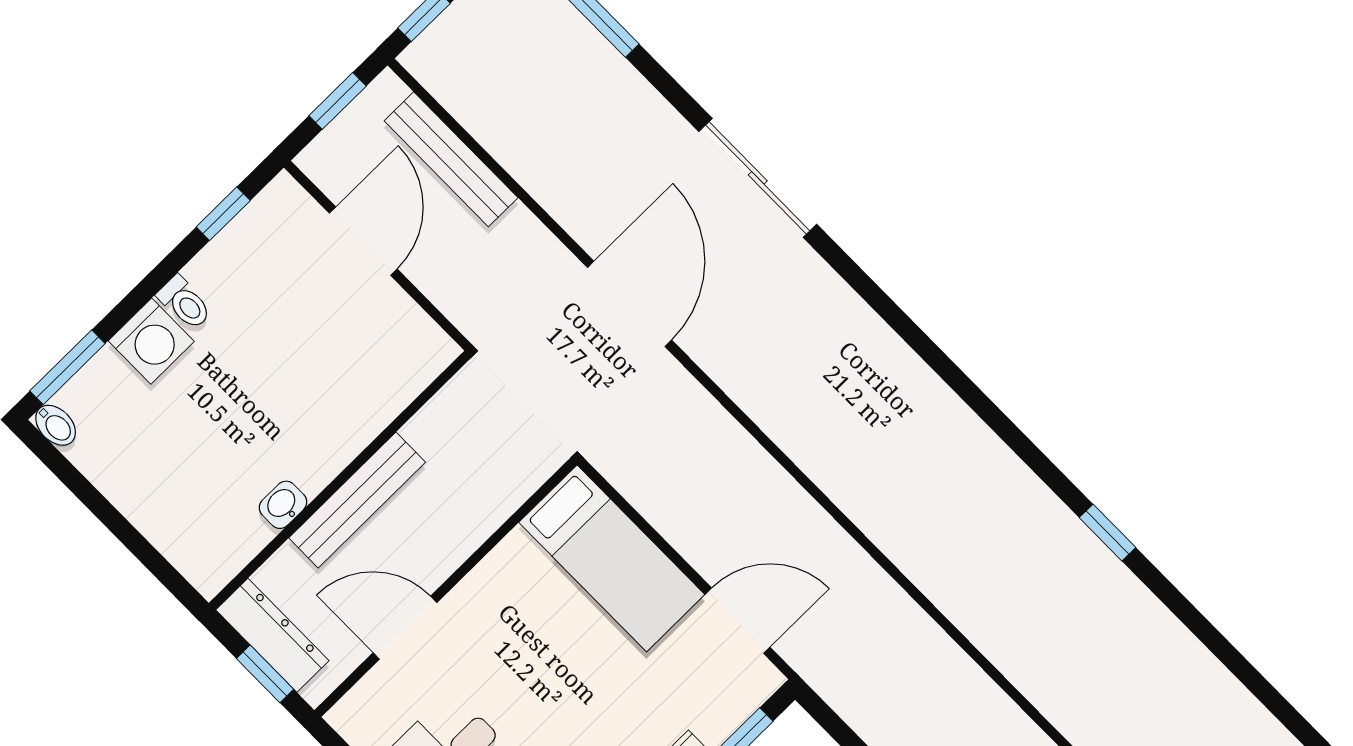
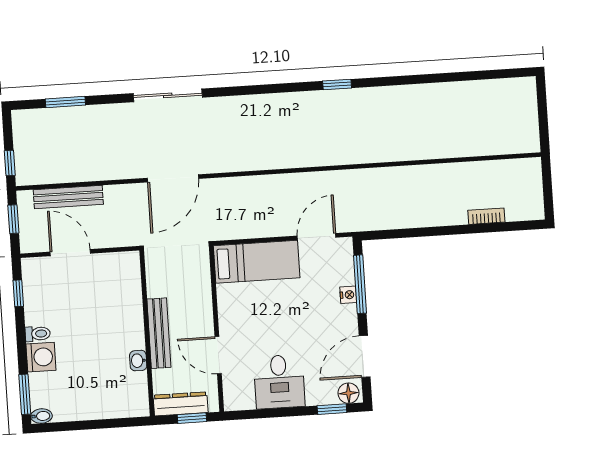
door: (630, 304) -> (173, 178), swing flipped
window: (1107, 533) -> (337, 84), moved
door: (405, 628) -> (218, 355), hinge flipped

